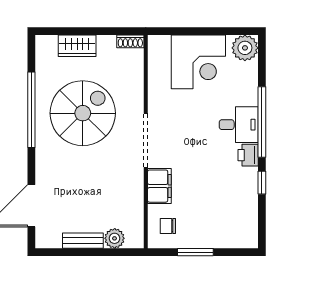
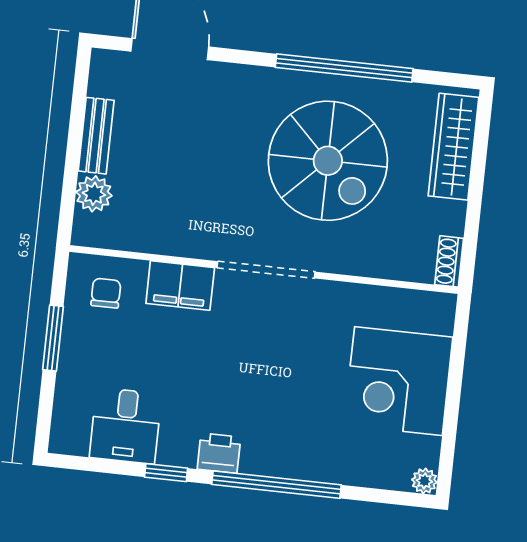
wardrobe: (77, 46) -> (454, 147), width x1.50
plant: (245, 48) -> (424, 481), width x0.53, depth x0.53
desk: (239, 125) -> (126, 426), moved

